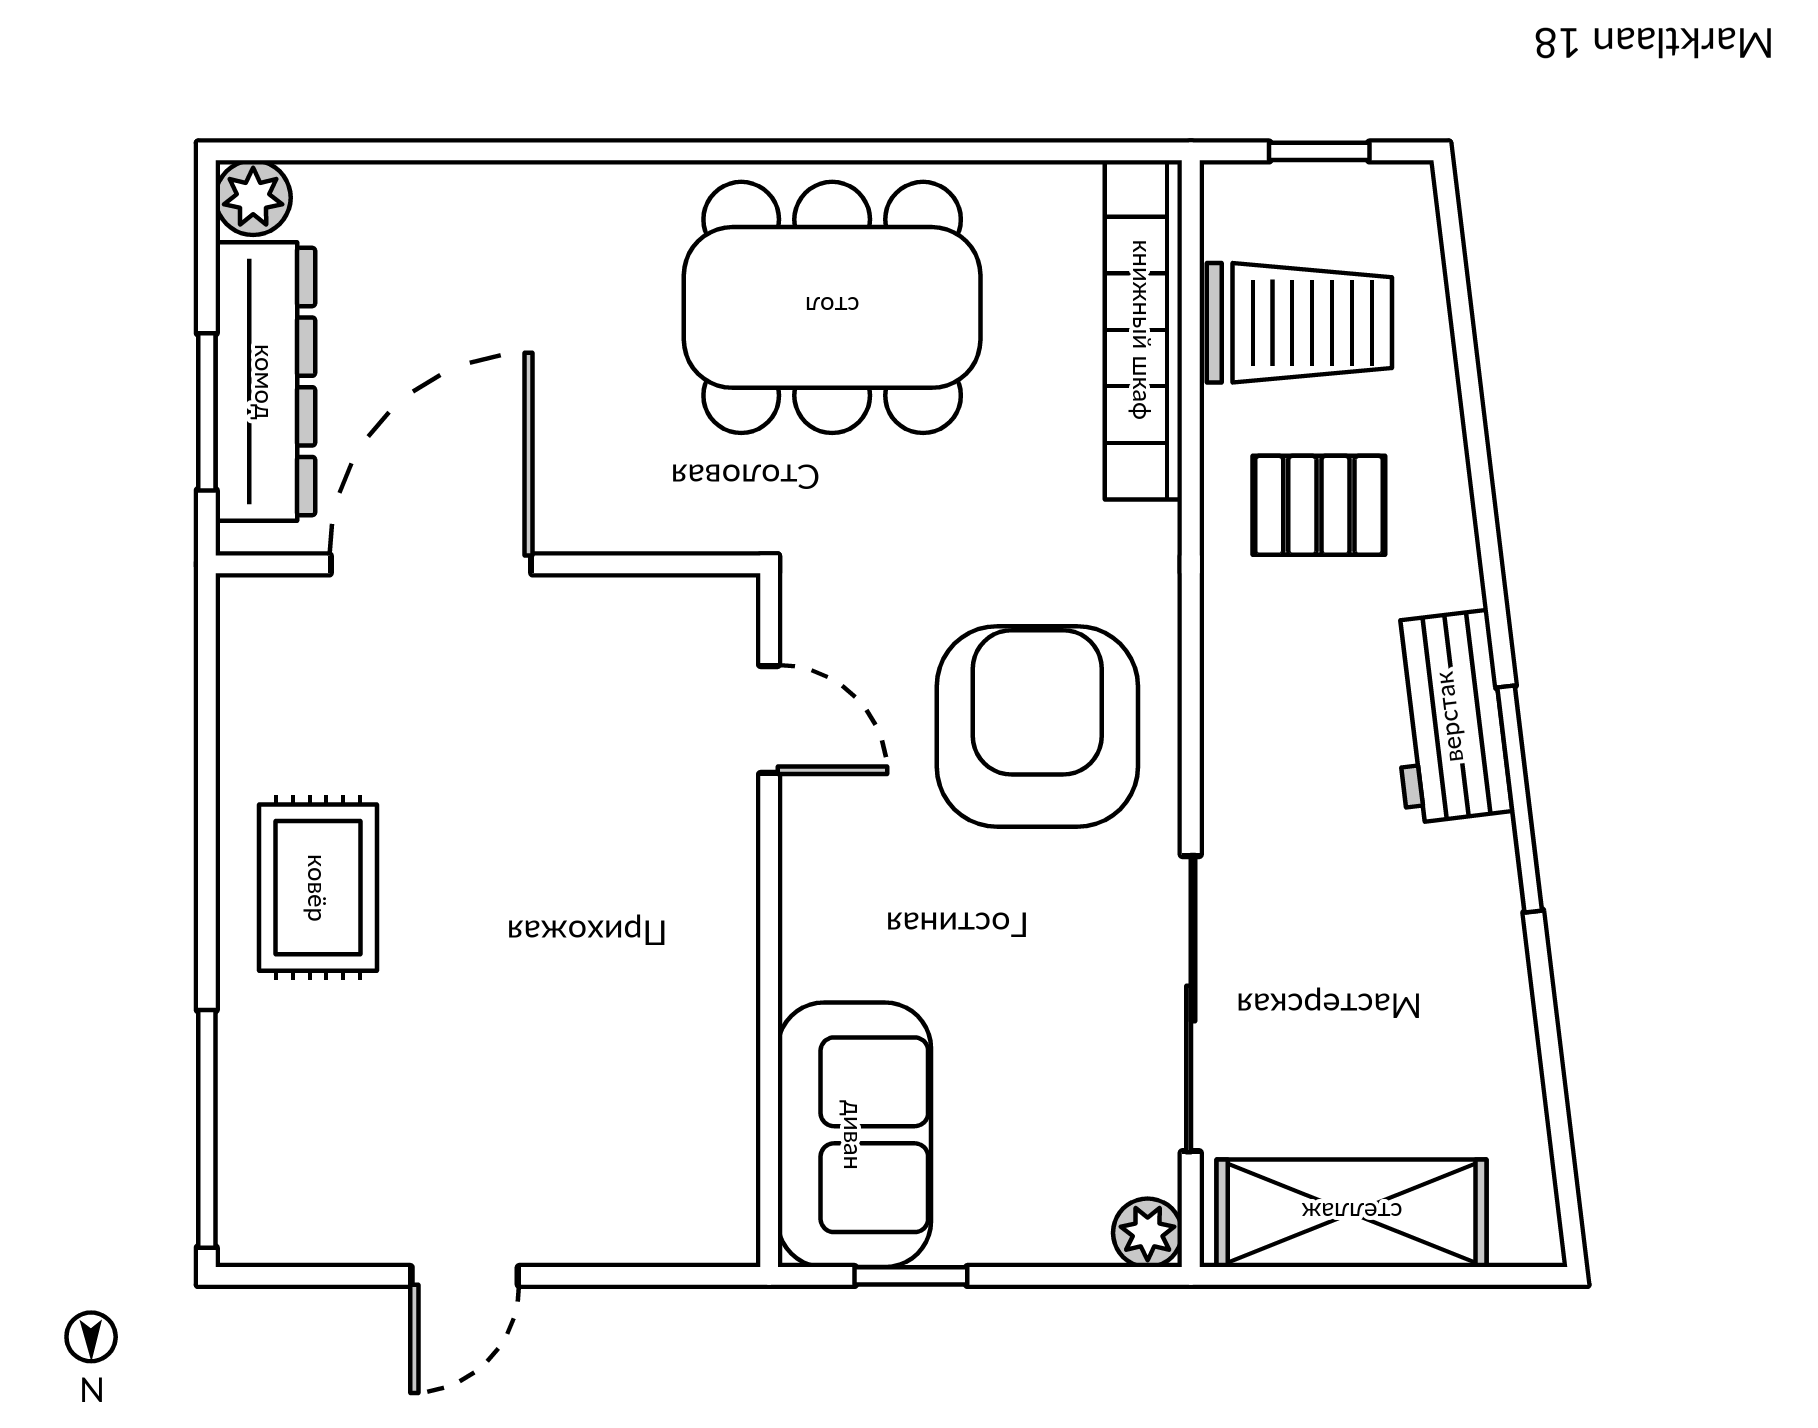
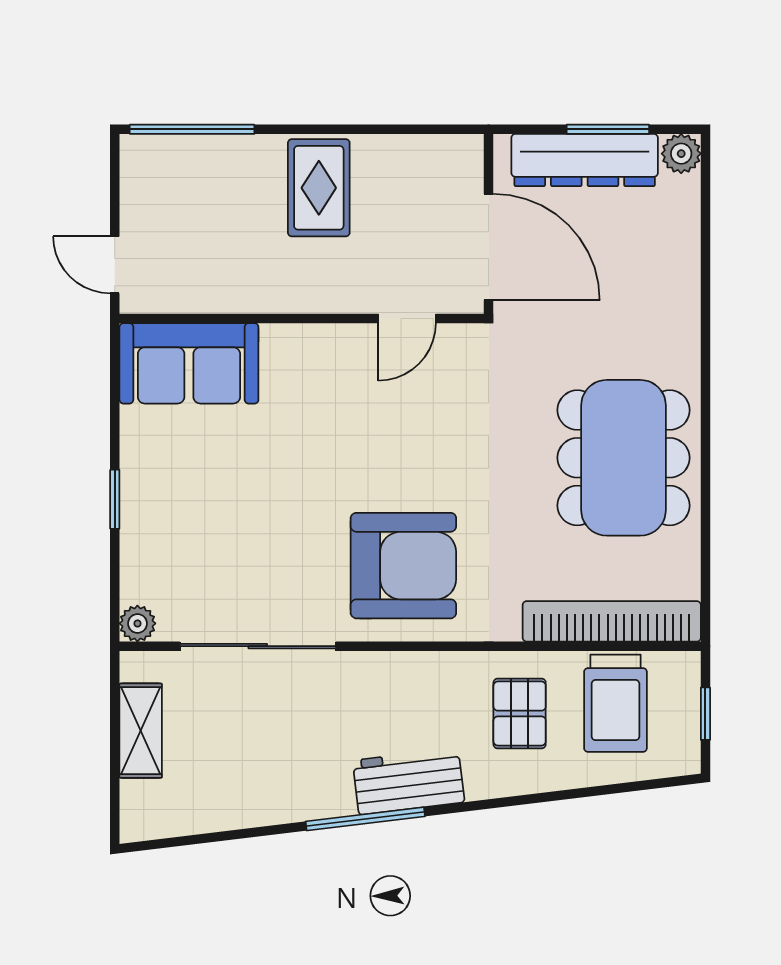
window: (207, 412) -> (608, 129), moved
door: (769, 720) -> (407, 319), moved
rug: (318, 888) -> (319, 188), turned 90
wall: (769, 920) -> (302, 319), moved
sofa: (854, 1135) -> (189, 363), moved
shelving: (1352, 1213) -> (141, 731), width x0.67, depth x0.75

